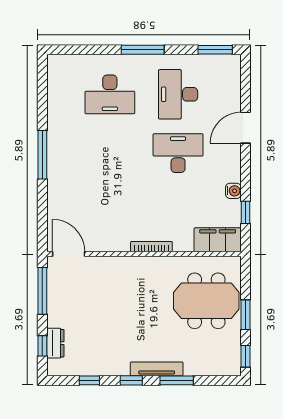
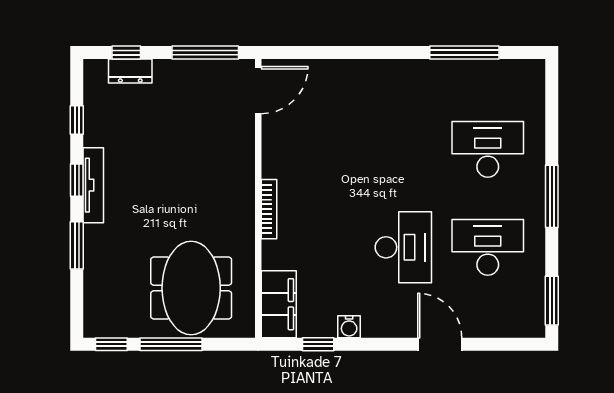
desk: (110, 94) -> (488, 149), turned 90
window: (42, 155) -> (464, 52), moved
window: (245, 315) -> (171, 344), width x1.44
tv unit: (157, 369) -> (93, 185), moved

